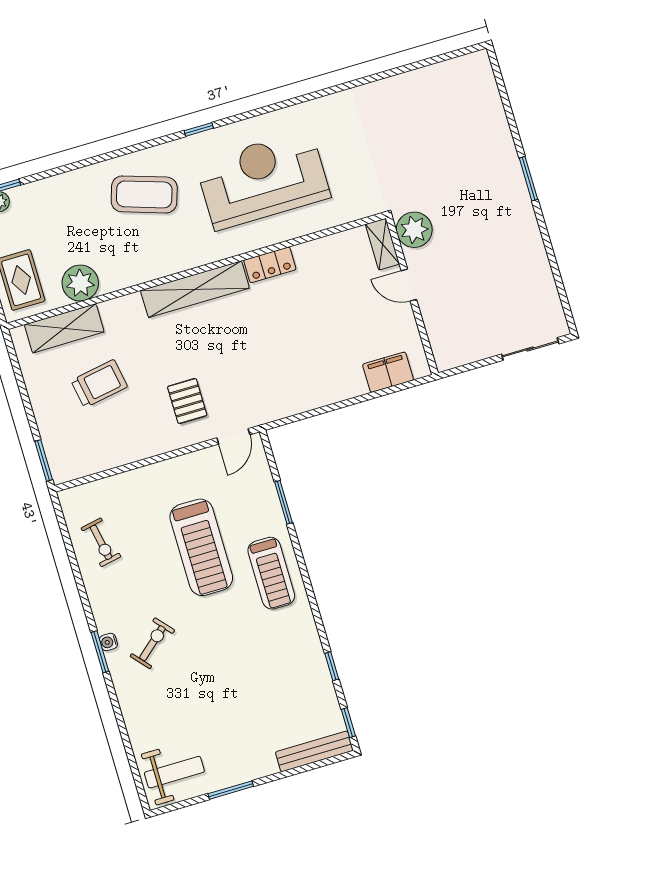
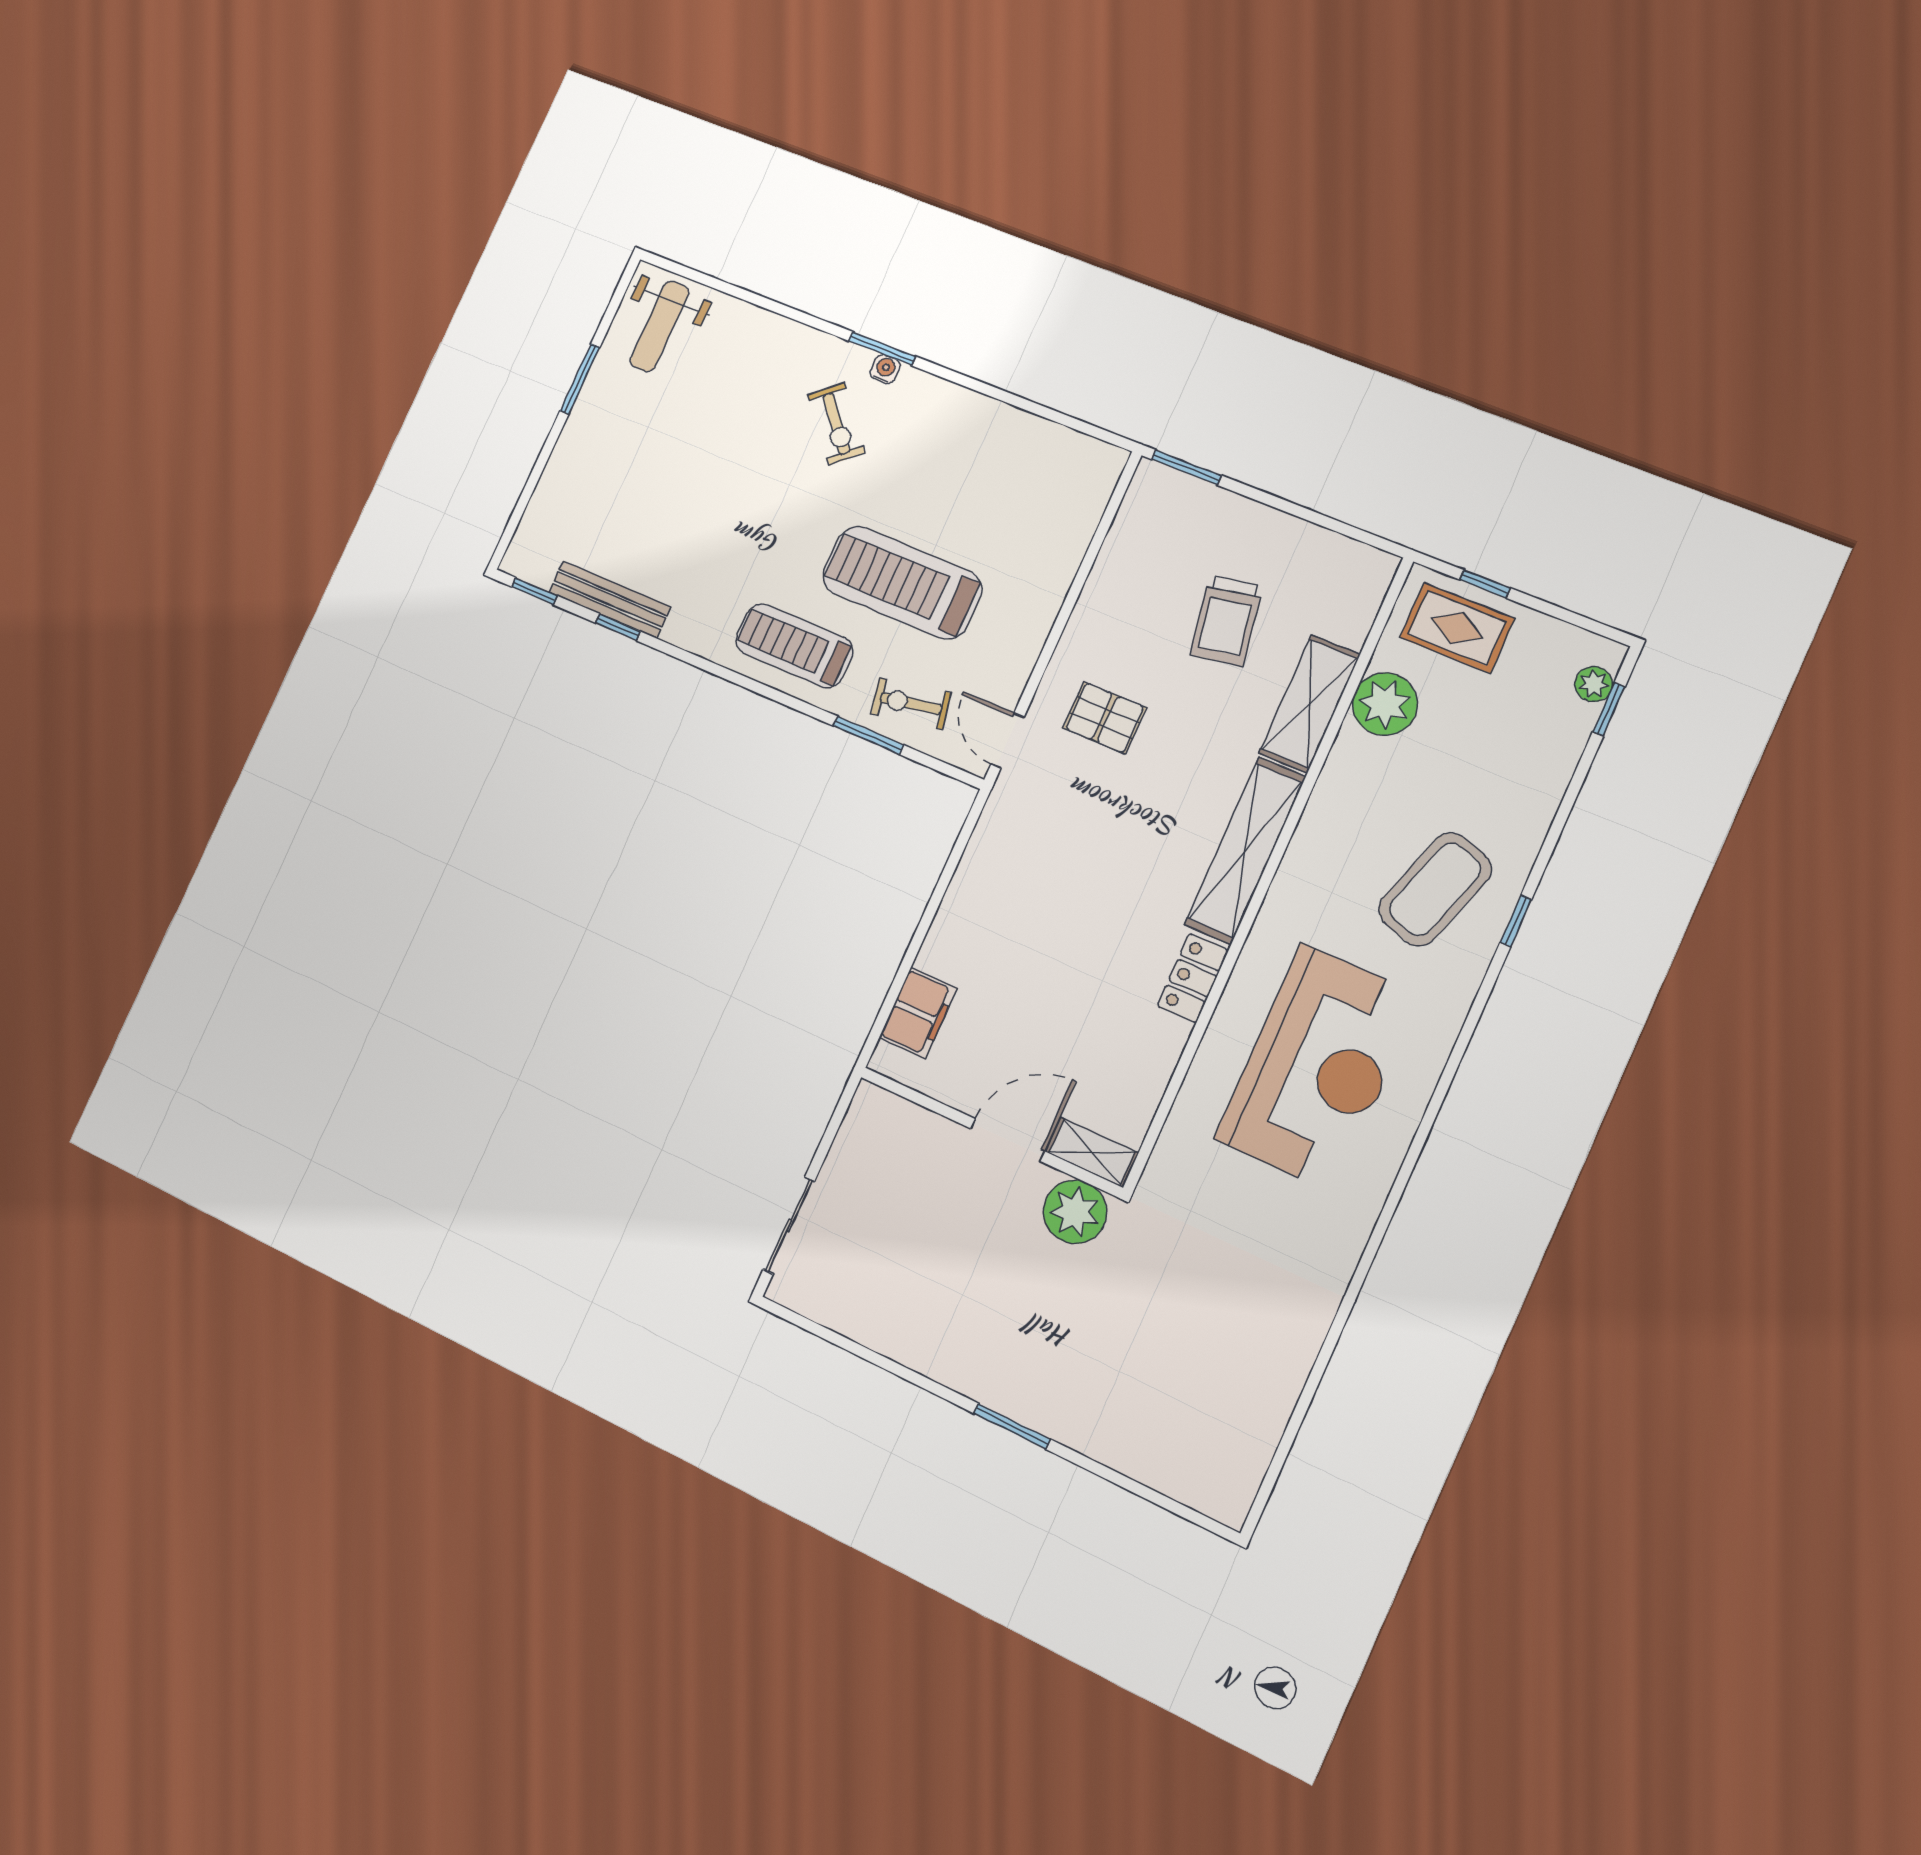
window: (199, 129) -> (1516, 921), moved
door: (409, 285) -> (1008, 1140), width x1.38
shelving: (64, 328) -> (1309, 704), moved
exercise bike: (101, 542) -> (911, 704), moved
bench: (314, 751) -> (610, 599), moved, turned 90

